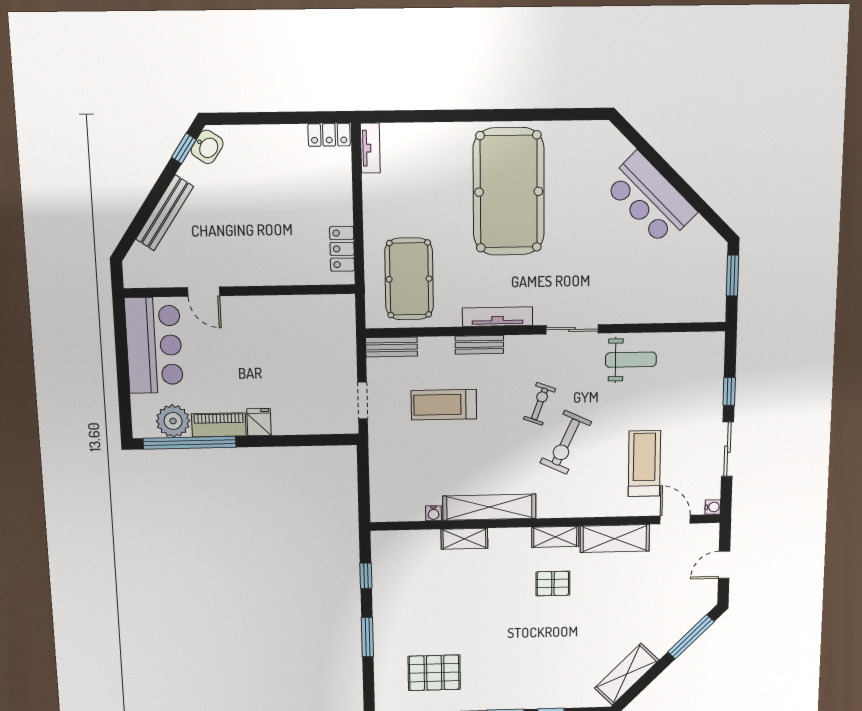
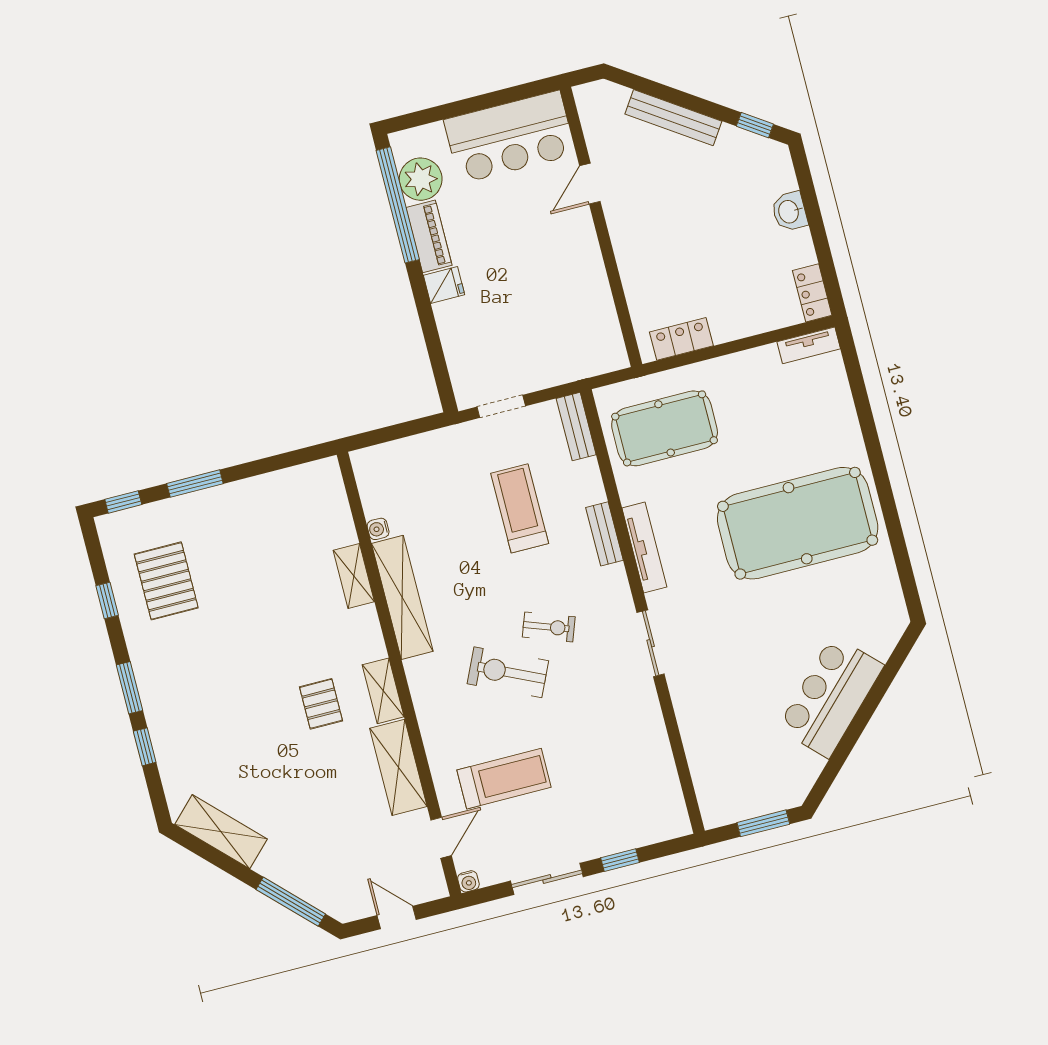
washbasin: (207, 147) -> (789, 212), moved, turned 56
weight bench: (631, 360) -> (630, 726), removed
window: (366, 576) -> (123, 502), moved

